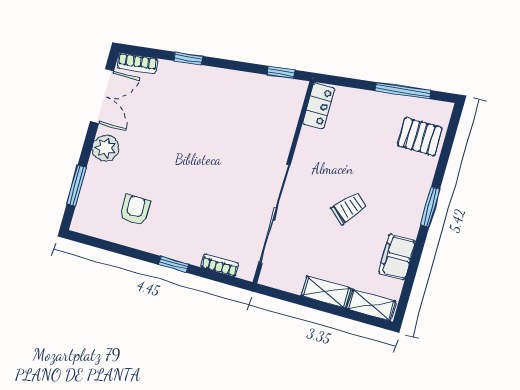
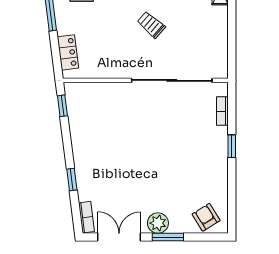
locker: (319, 106) -> (68, 52), moved, turned 83
window: (77, 186) -> (168, 237), moved
armchair: (135, 210) -> (206, 217), moved, turned 58
shelving: (326, 292) -> (220, 24), removed

